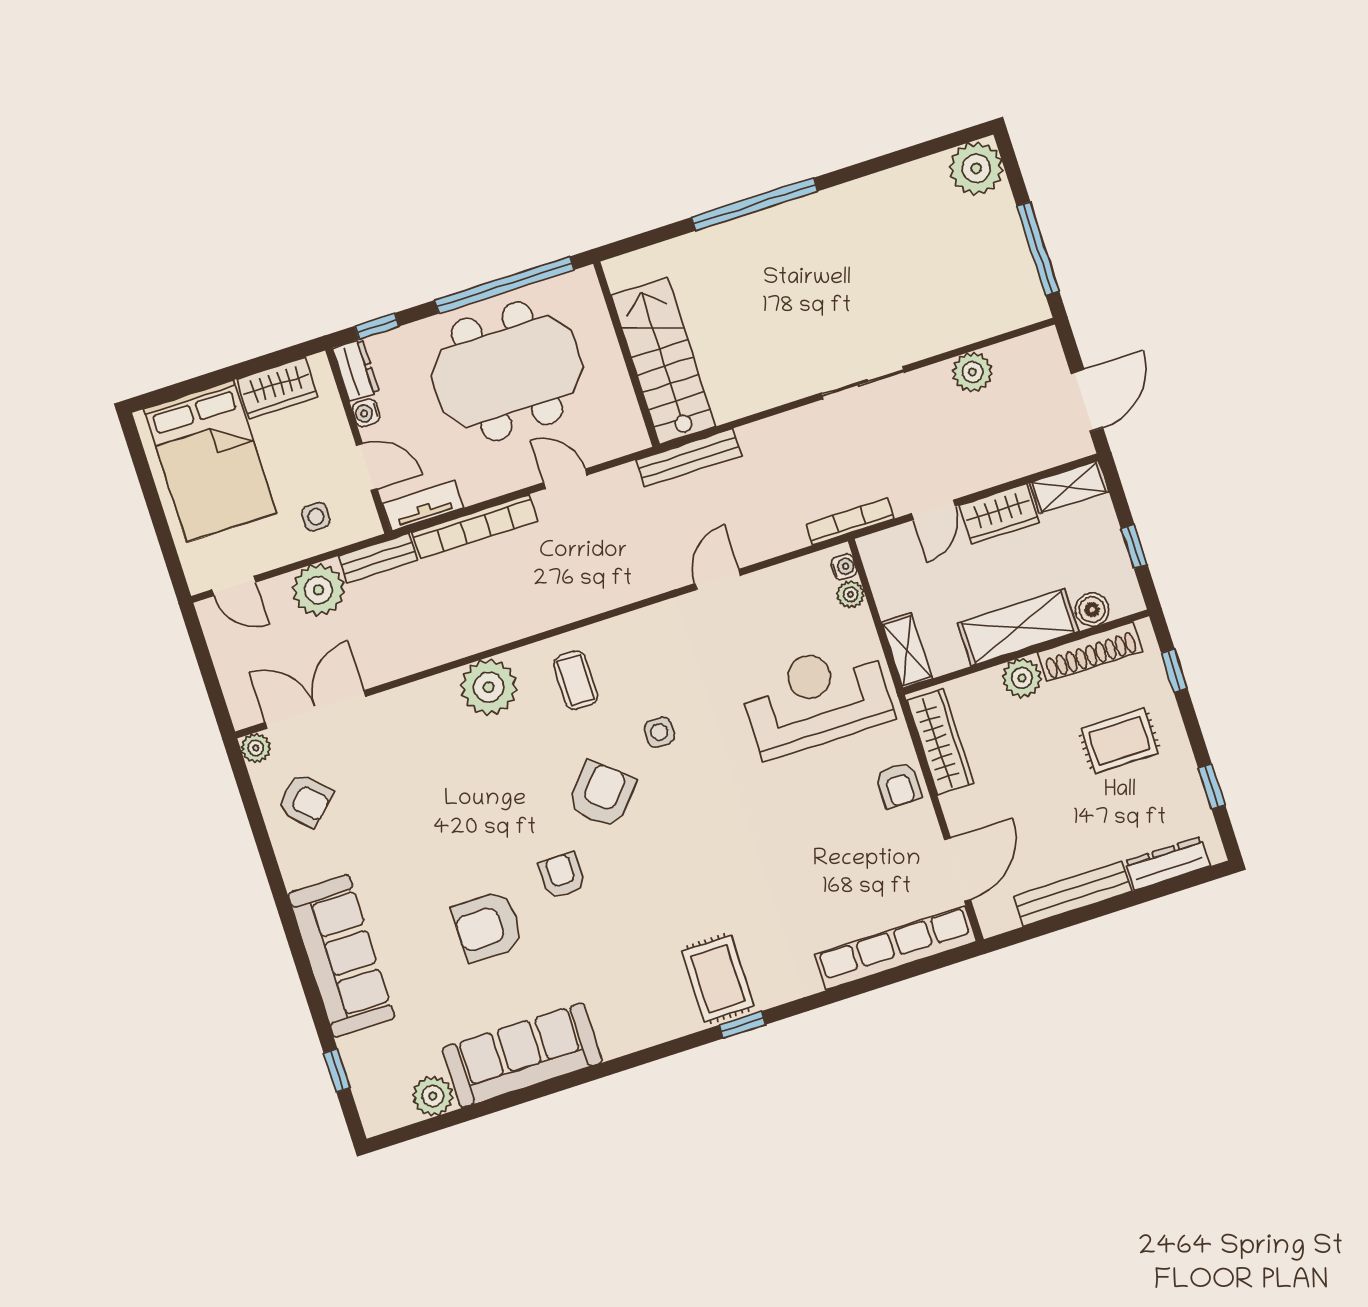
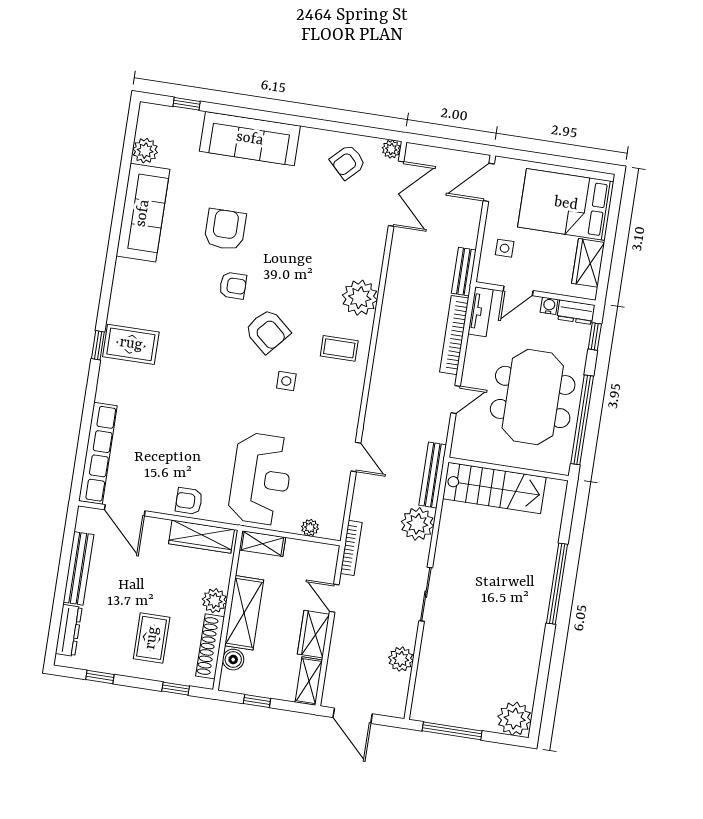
water cooler: (844, 567) -> (327, 532), removed
door: (234, 586) -> (489, 182), width x1.38
plant: (319, 590) -> (417, 524), moved

